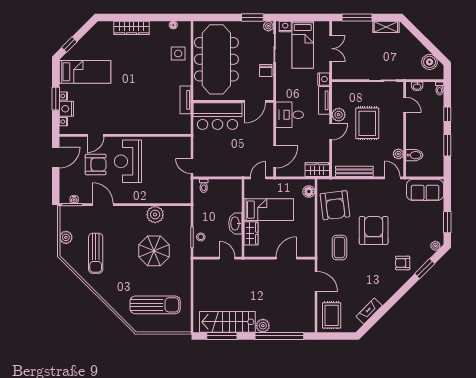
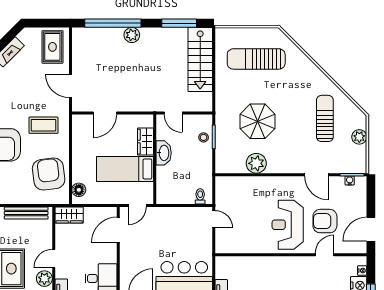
reception desk: (128, 161) -> (288, 225), turned 180
coffee table: (339, 248) -> (43, 125), turned 90
stairs: (227, 322) -> (200, 59), moved, turned 90

